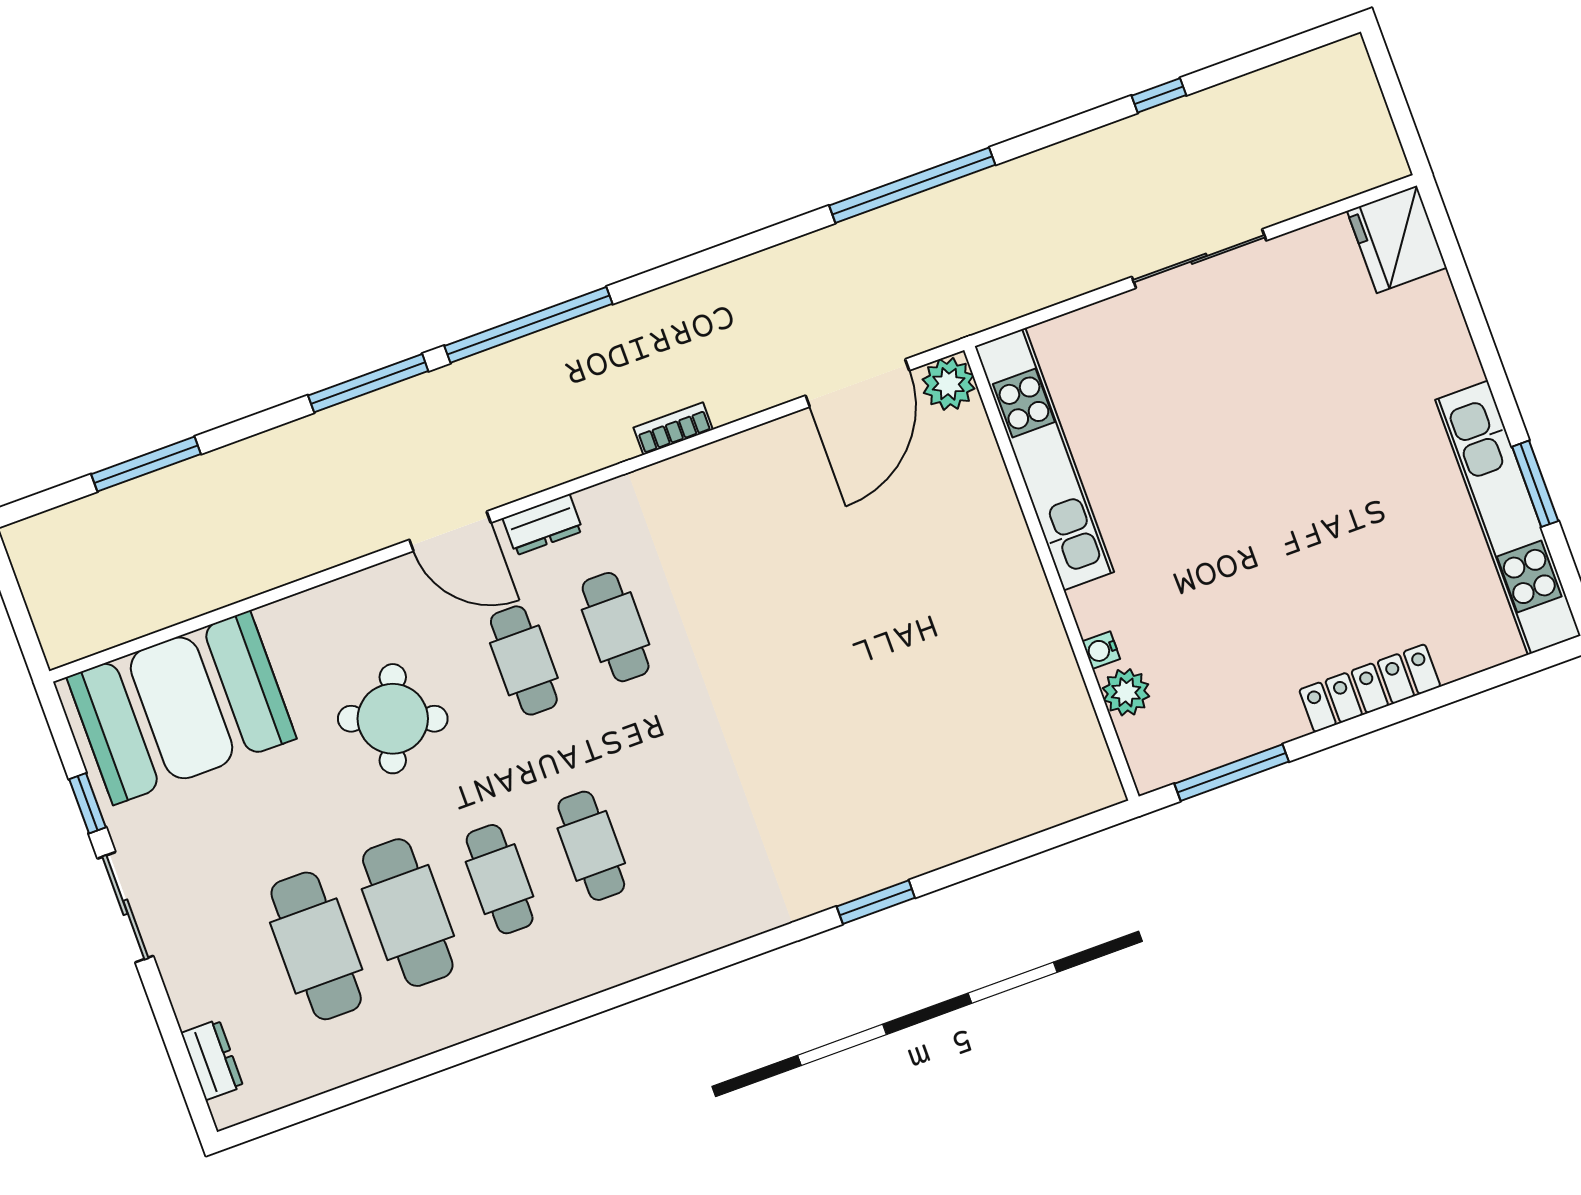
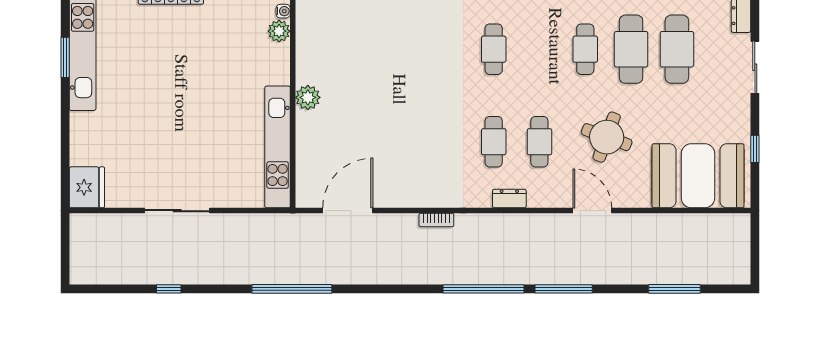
plant: (949, 384) -> (308, 97), moved
door: (450, 531) -> (592, 211), moved
water cooler: (1101, 650) -> (283, 11), moved
cafe table: (591, 846) -> (494, 49), moved
sliding door: (125, 907) -> (755, 67), moved

